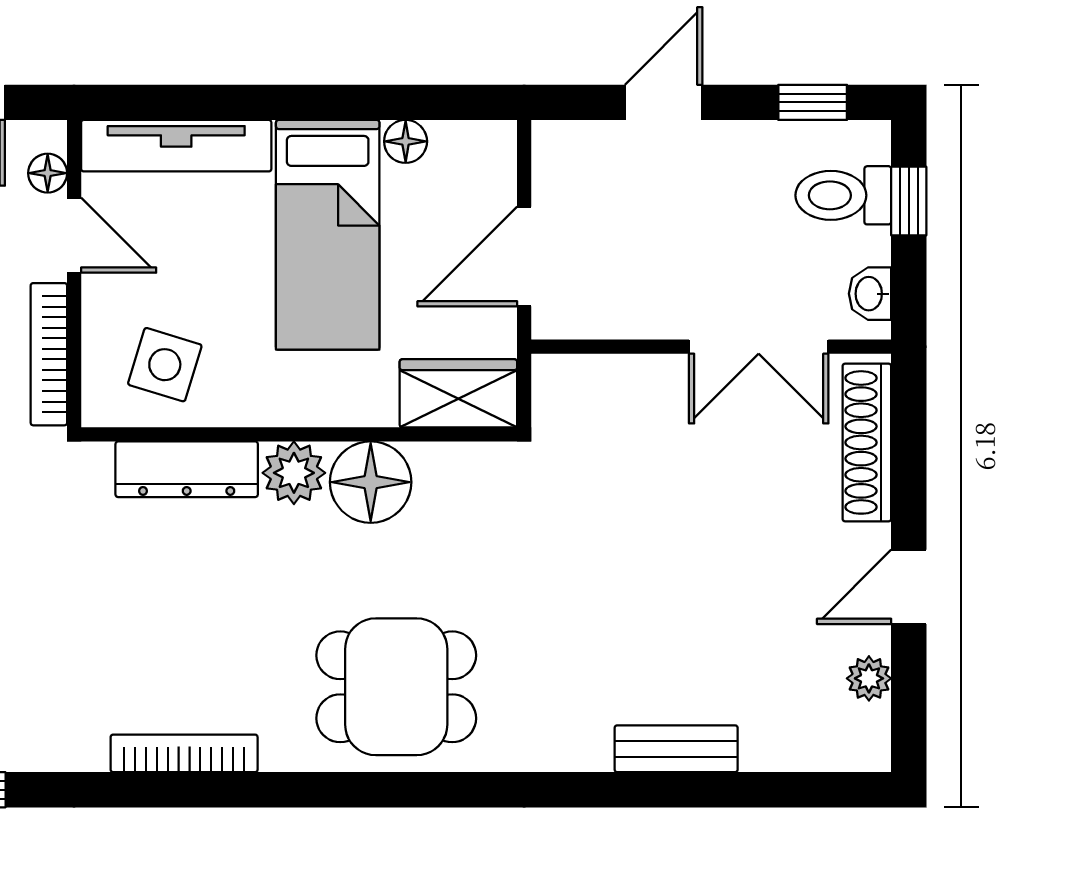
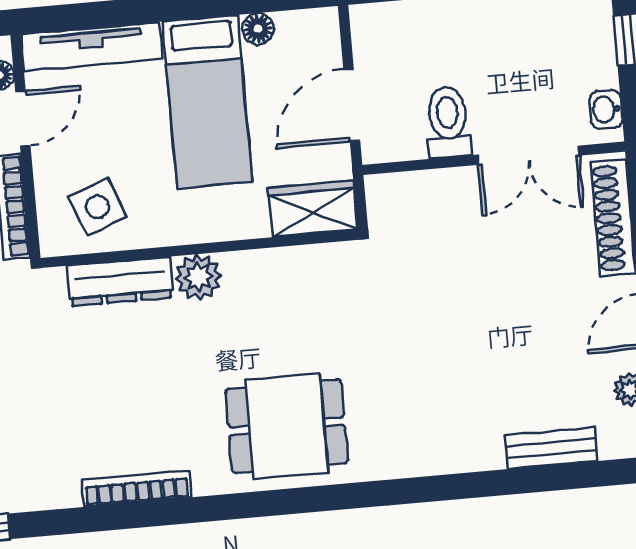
toilet: (843, 195) -> (448, 122), moved, turned 90
door: (74, 235) -> (23, 118), hinge flipped
side table: (165, 365) -> (97, 207), turned -38
floor lamp: (371, 482) -> (255, 279), removed
bench: (676, 749) -> (551, 448), moved

